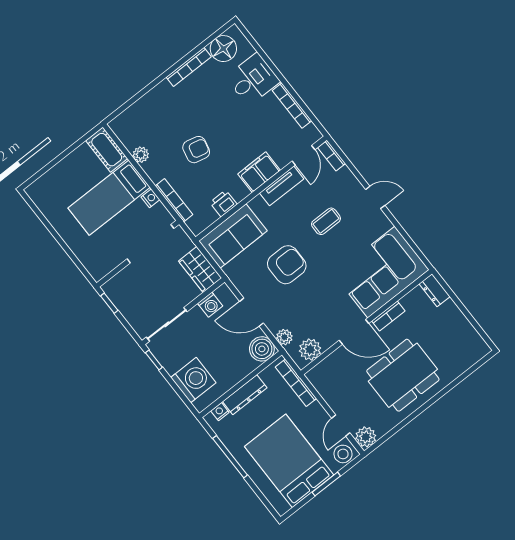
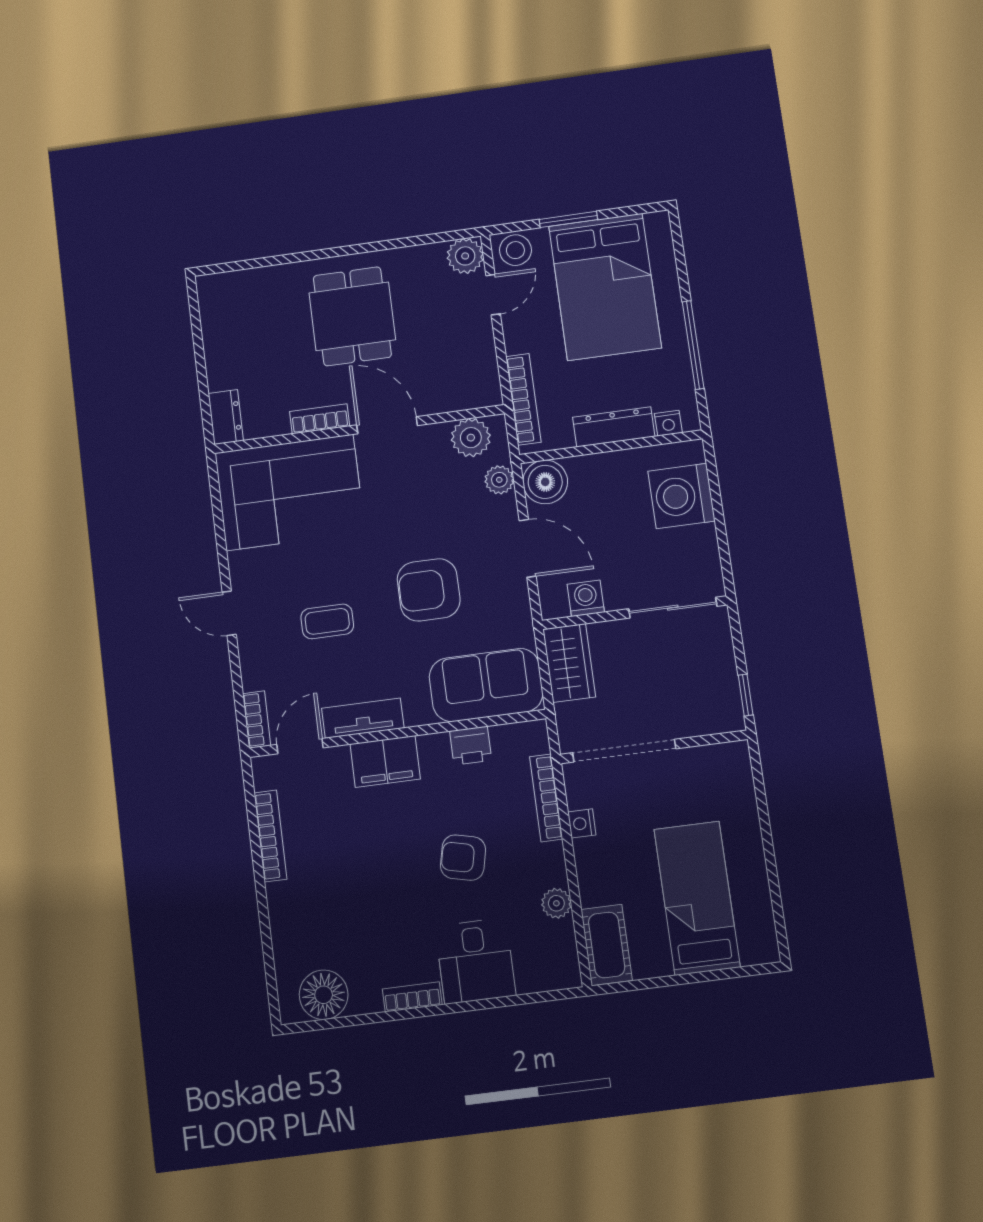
bookcase: (189, 67) -> (412, 997), width x0.64
desk: (253, 79) -> (475, 961), moved, turned -90
bed: (109, 198) -> (697, 898), moved, turned -90
window: (154, 360) -> (726, 563), removed
dining table: (403, 375) -> (352, 316), width x0.73

